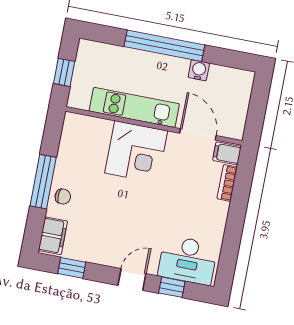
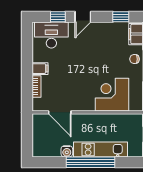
kitchen unit: (134, 107) -> (100, 150), moved, turned 180
corner desk: (136, 152) -> (112, 95), moved
filing cabinet: (227, 153) -> (40, 69), moved

